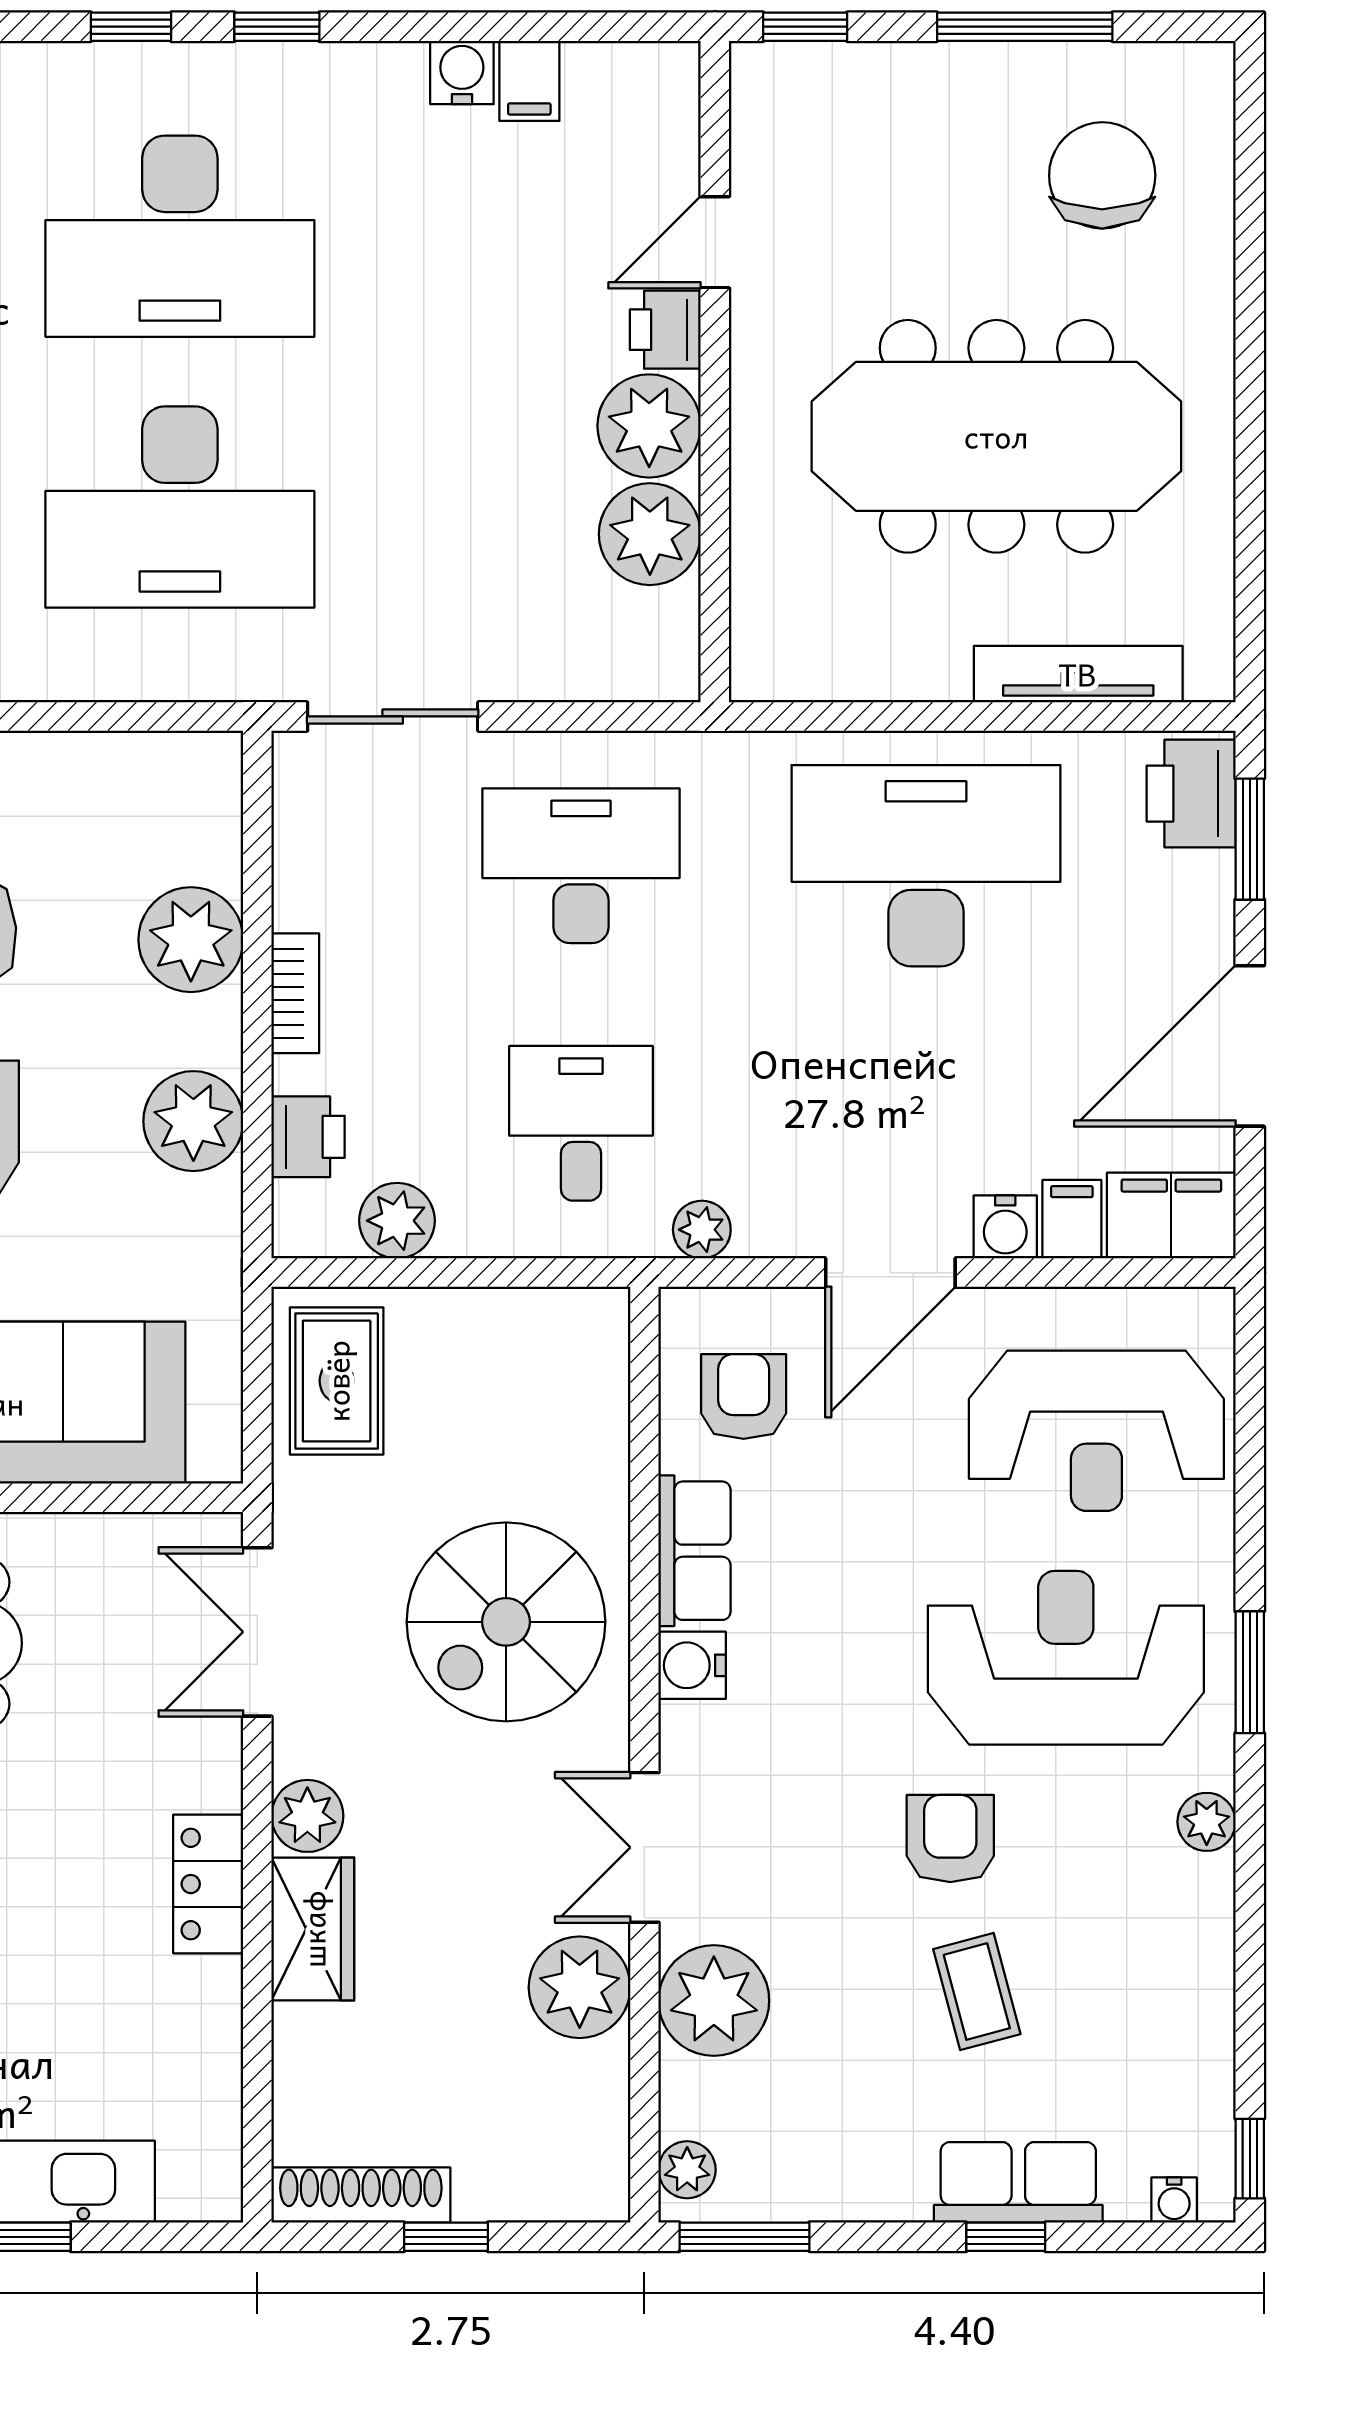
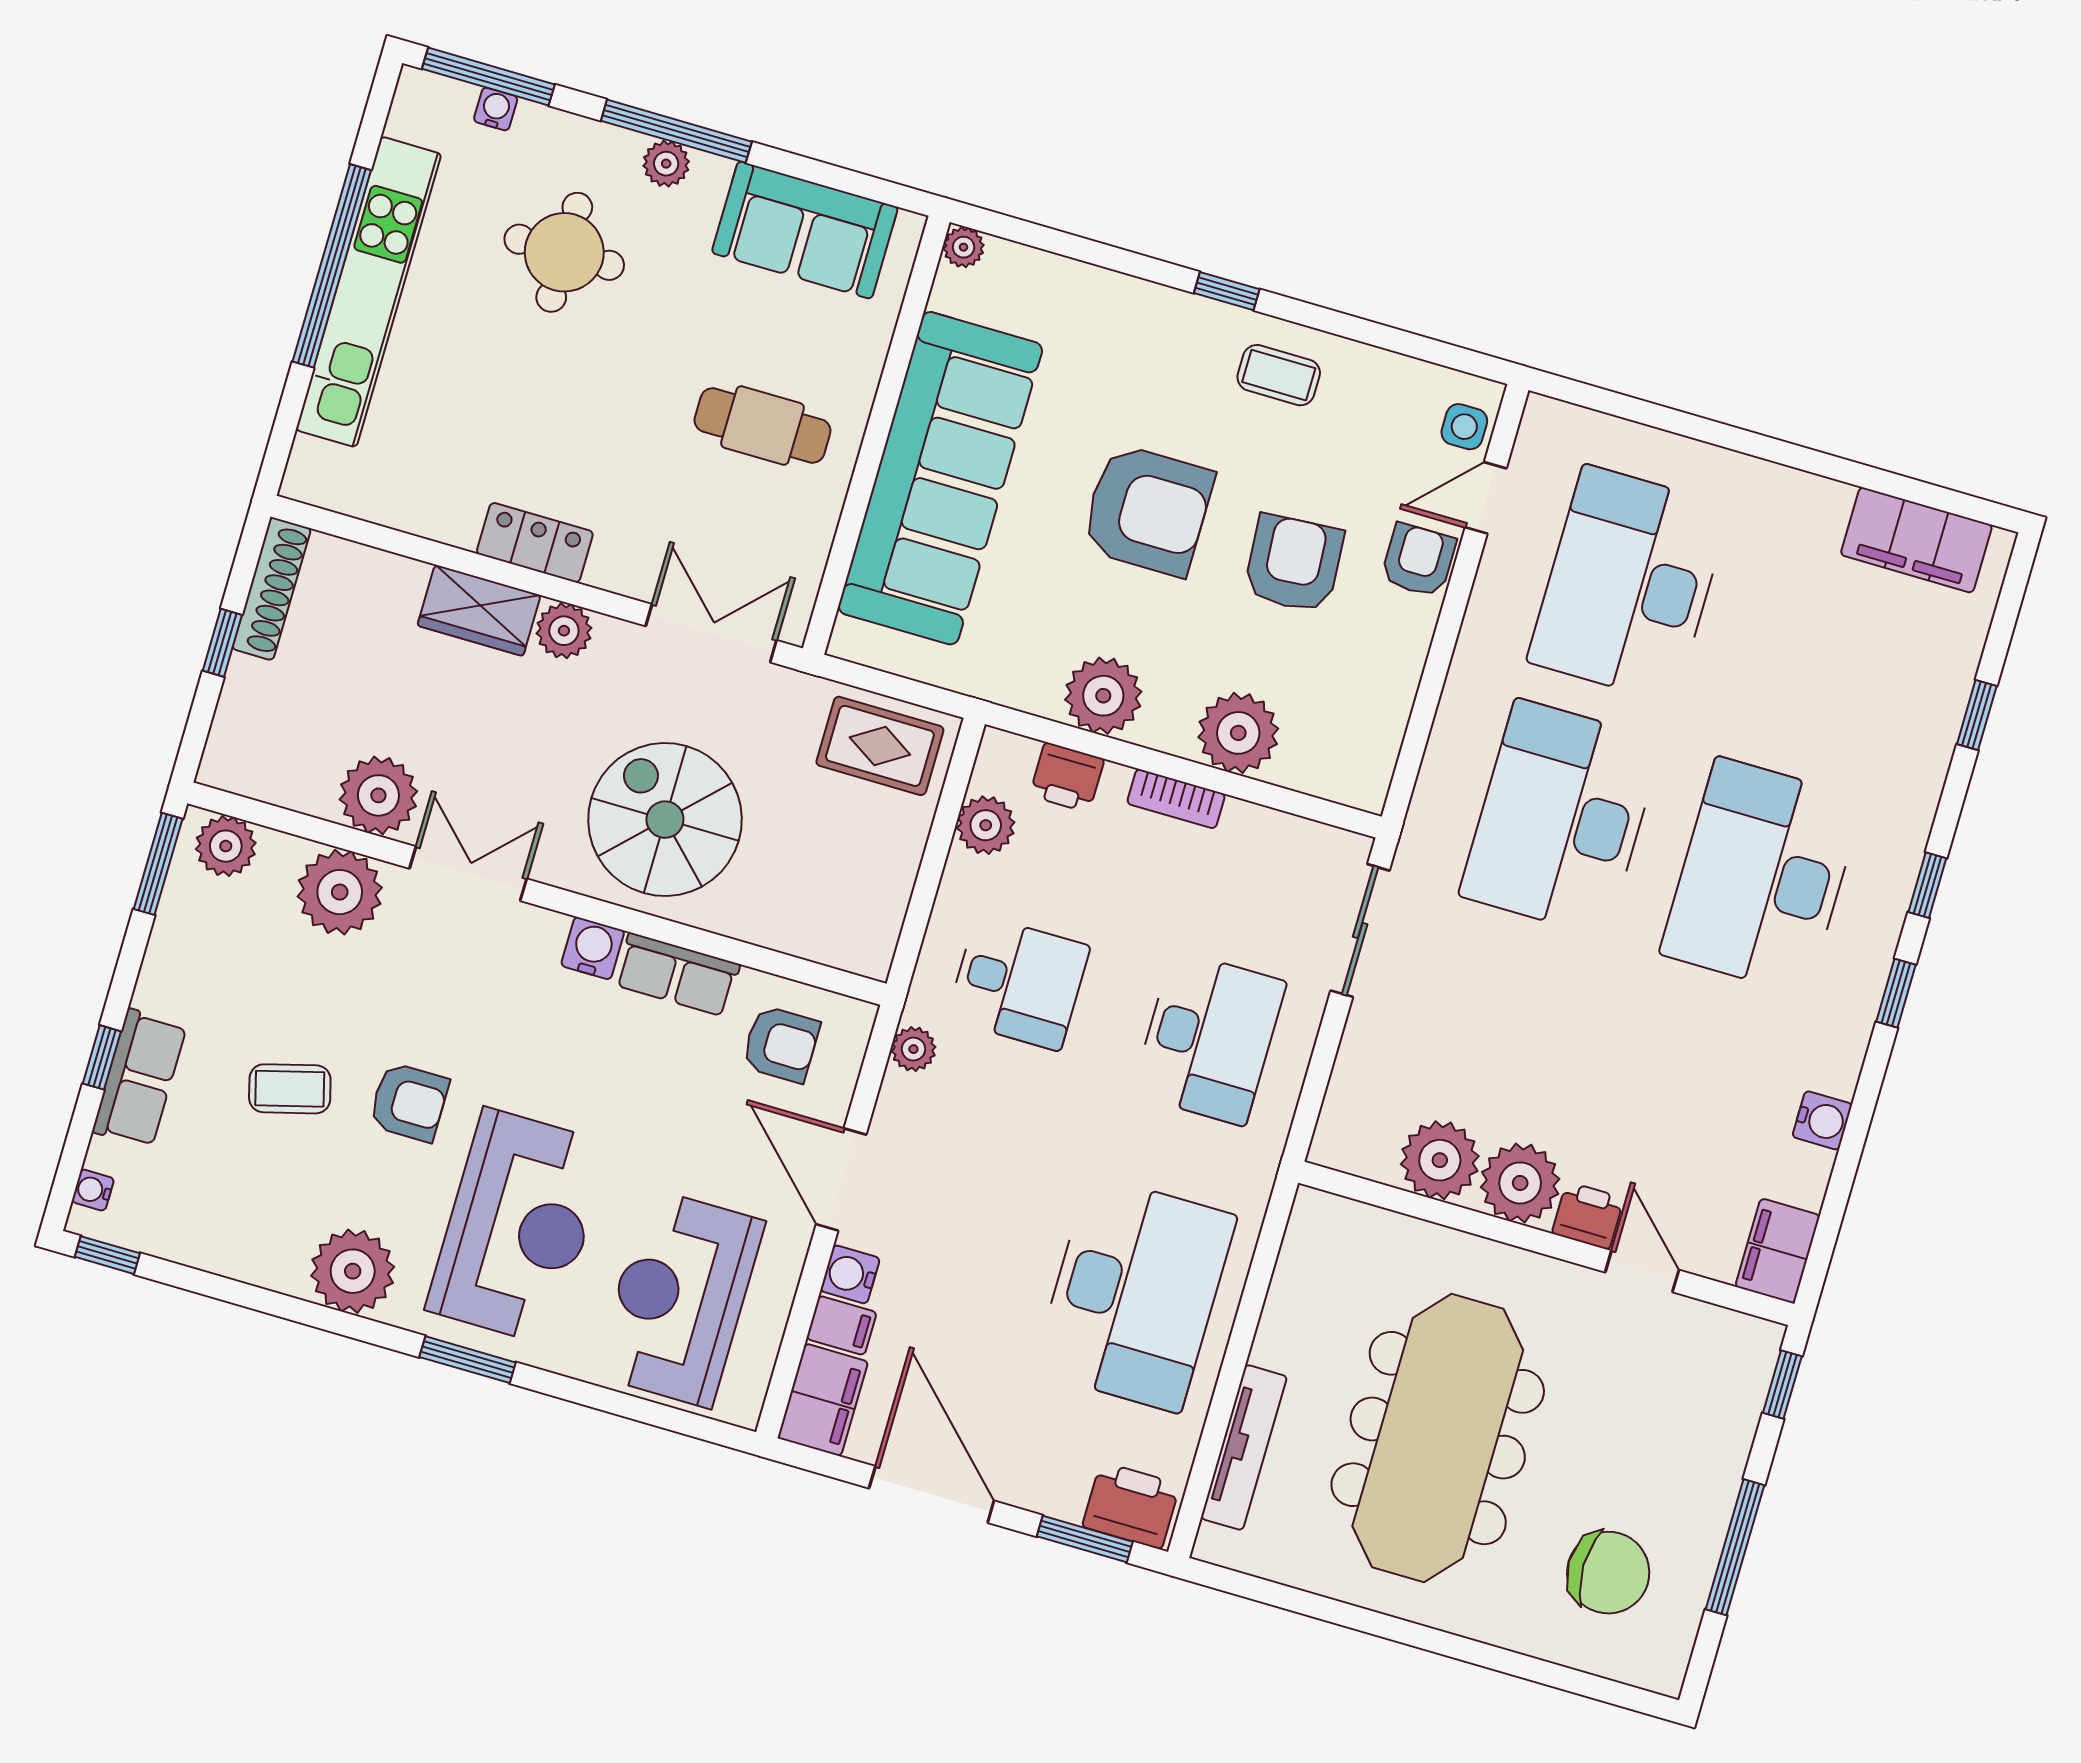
filing cabinet: (529, 81) -> (1778, 1251), moved, width x2.00
plant: (1207, 1822) -> (353, 1271), width x1.88, depth x1.88
plant: (687, 2170) -> (226, 846), width x1.38, depth x1.38

